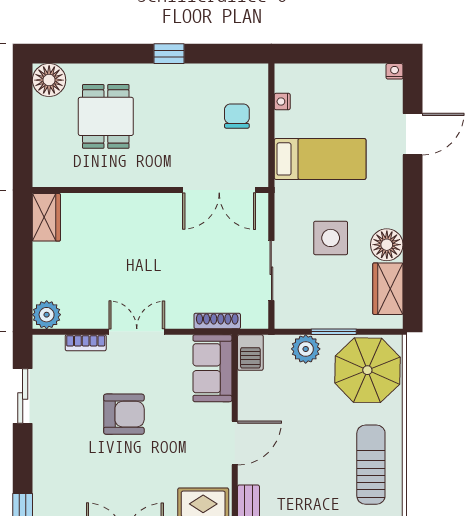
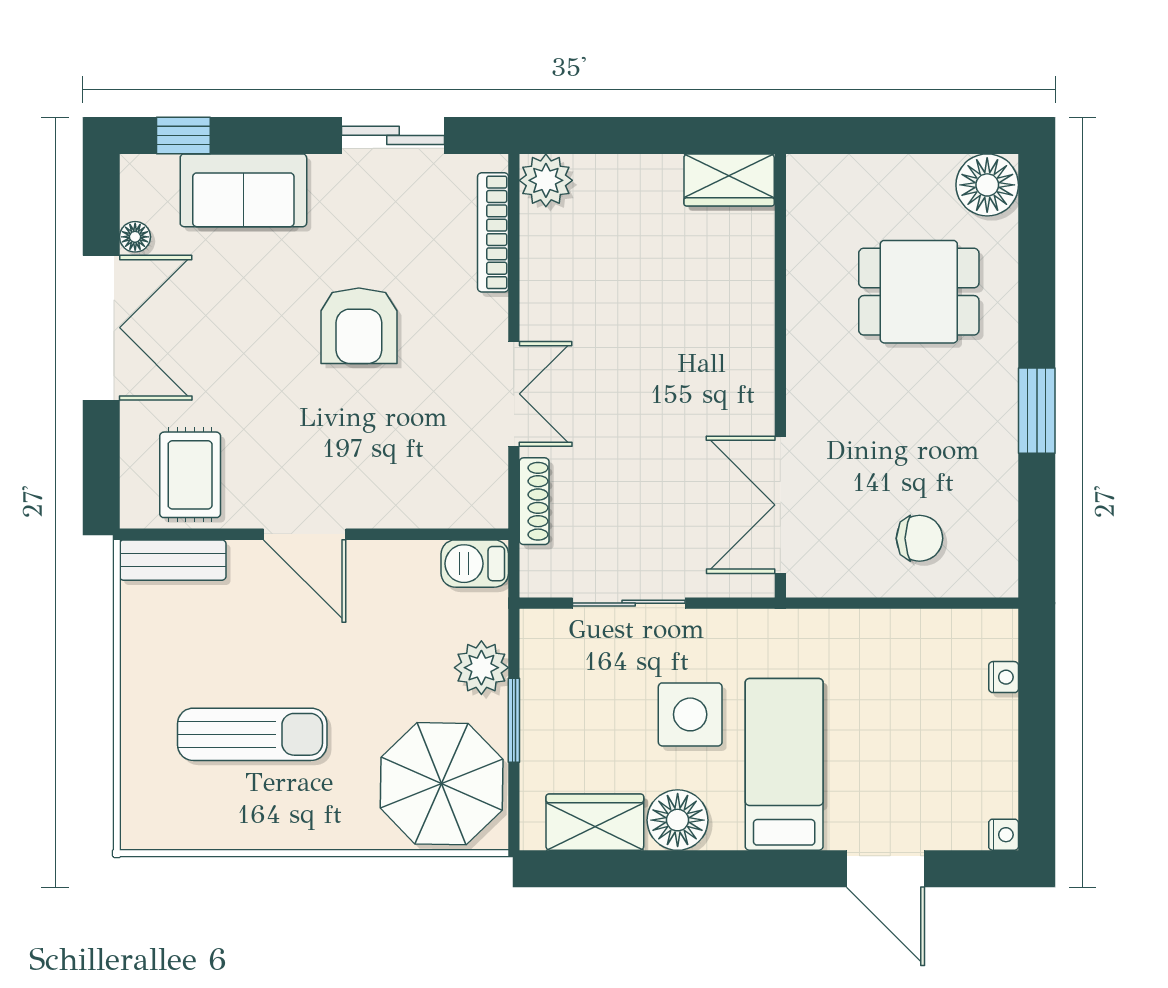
window: (169, 54) -> (1037, 411), width x1.50
nightstand: (282, 101) -> (1004, 677), moved, turned 90
bed: (320, 159) -> (784, 764), moved, turned 180
double door: (137, 332) -> (514, 394), moved
bookcase: (86, 343) -> (493, 232), width x1.56
sofa: (212, 368) -> (243, 190), moved, turned 180
sun lounger: (371, 465) -> (252, 734), moved

